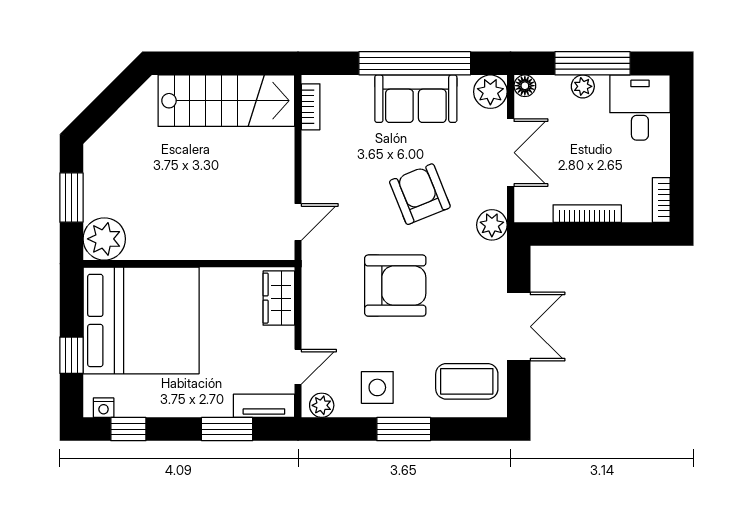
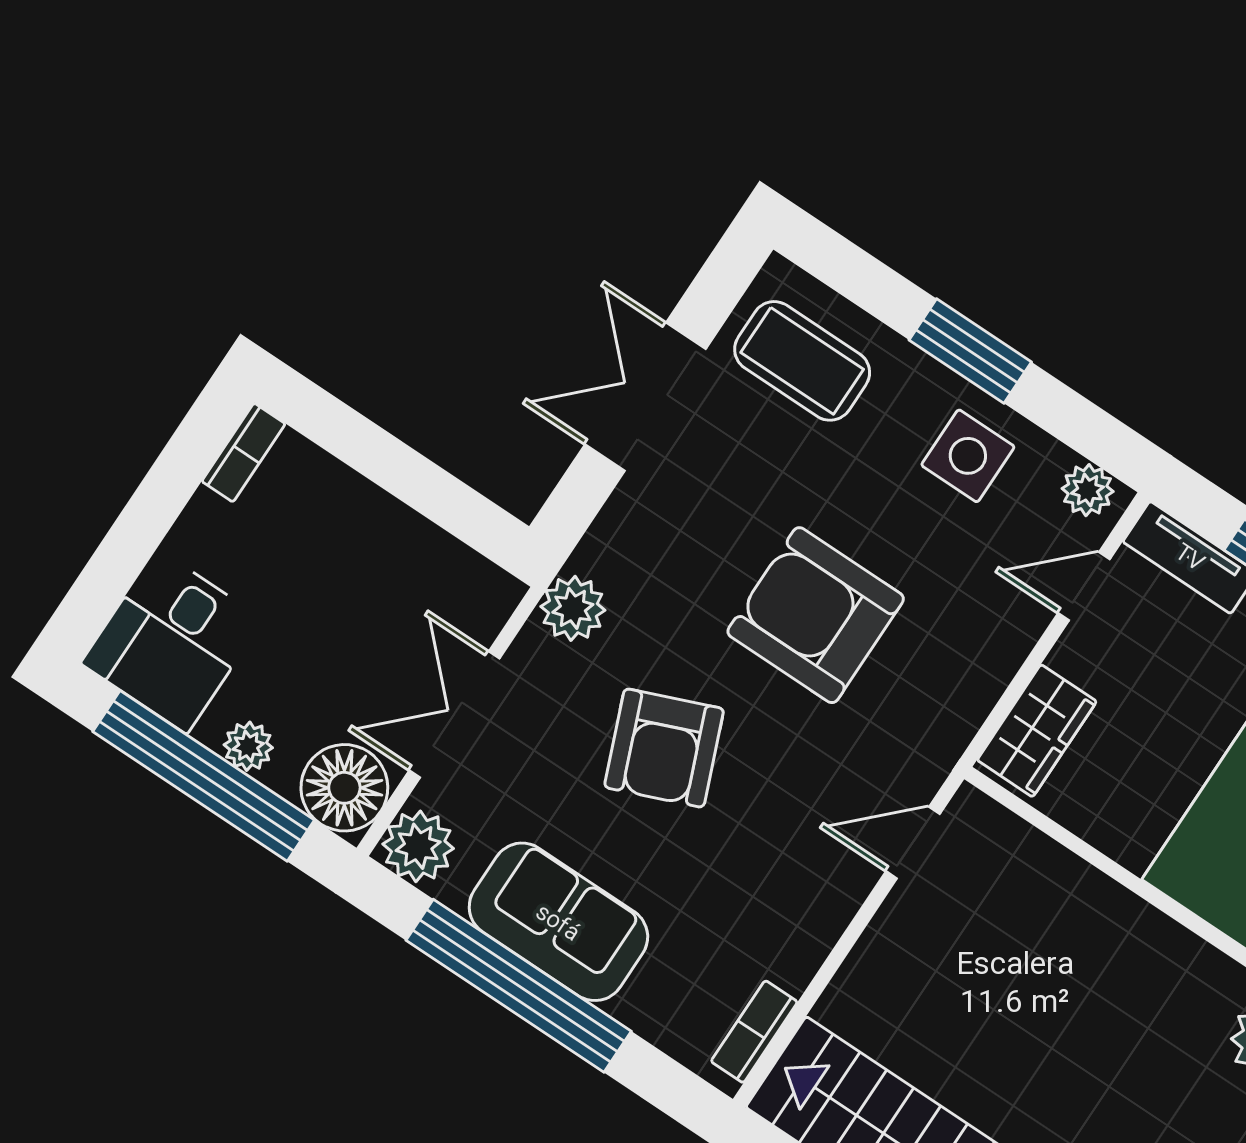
window: (593, 63) -> (204, 776), width x1.46
floor lamp: (525, 86) -> (344, 788), width x1.89, depth x1.89
bookcase: (587, 214) -> (391, 516), removed

